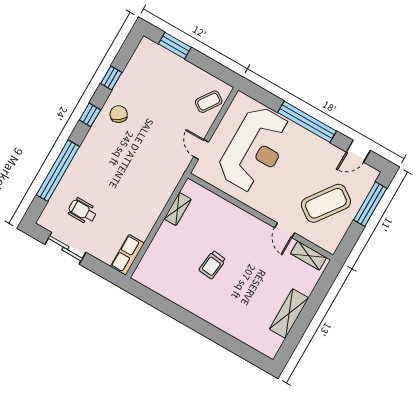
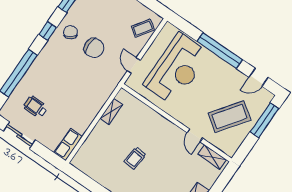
chair: (150, 131) -> (94, 48), added

